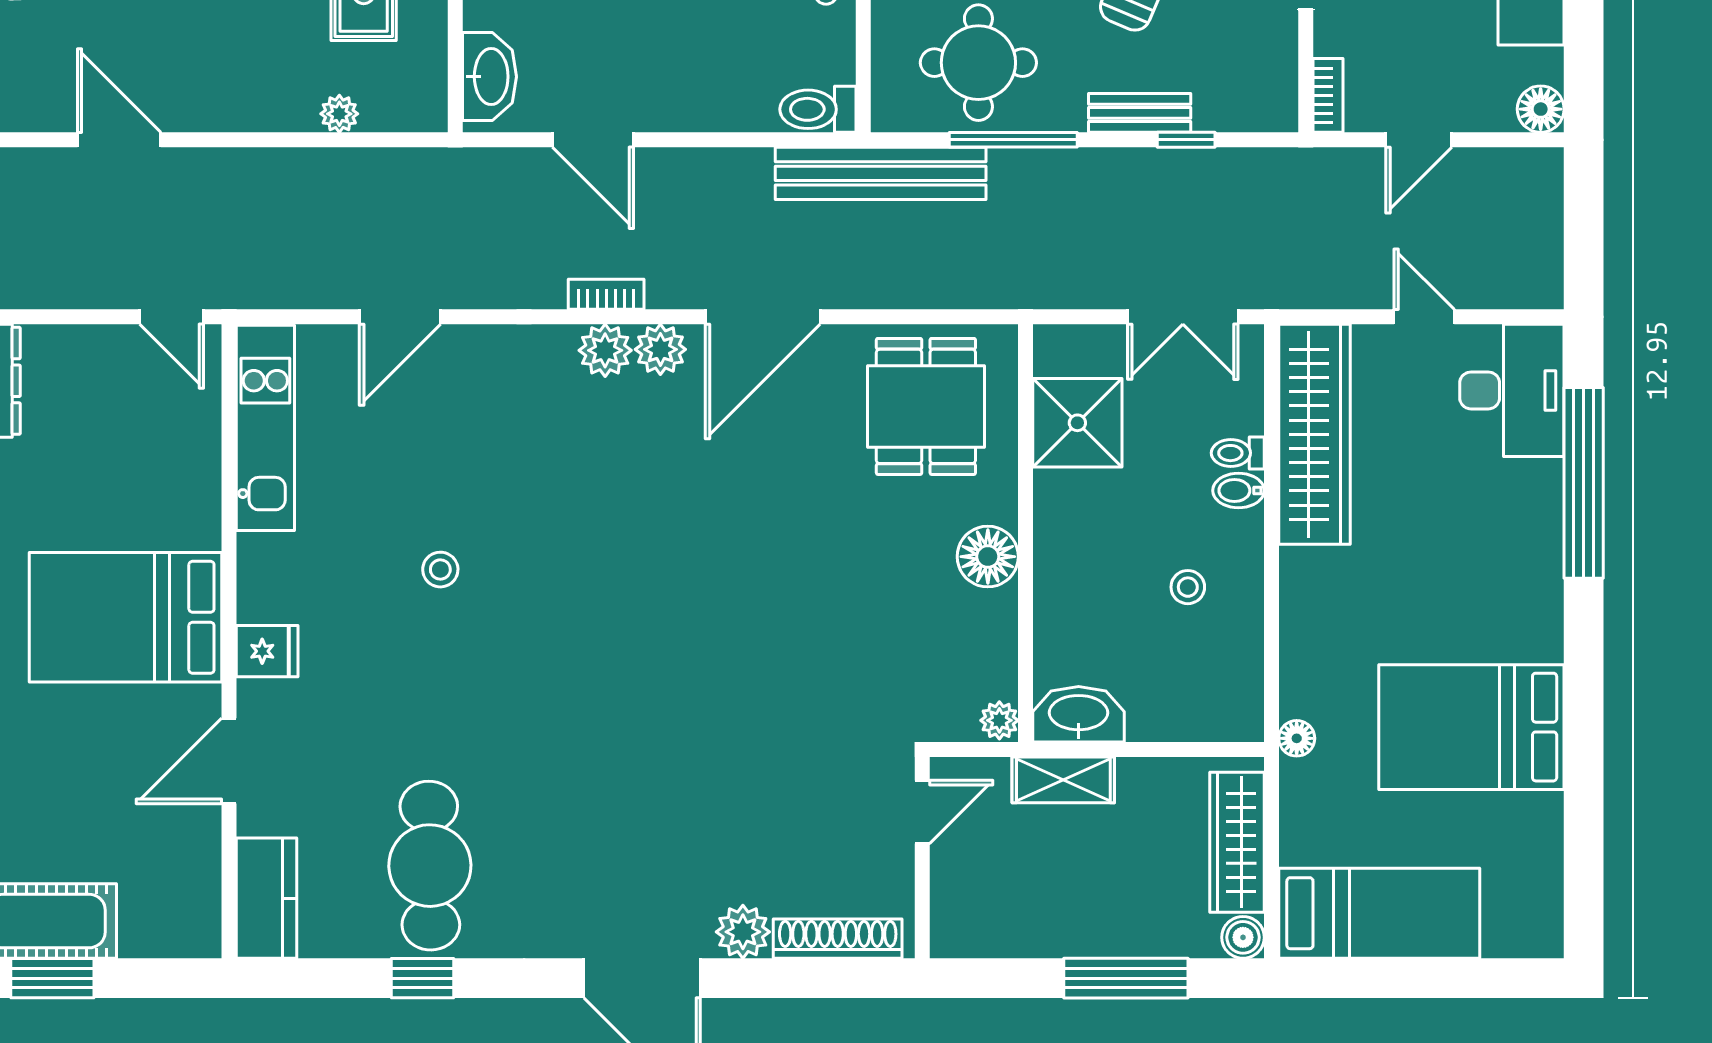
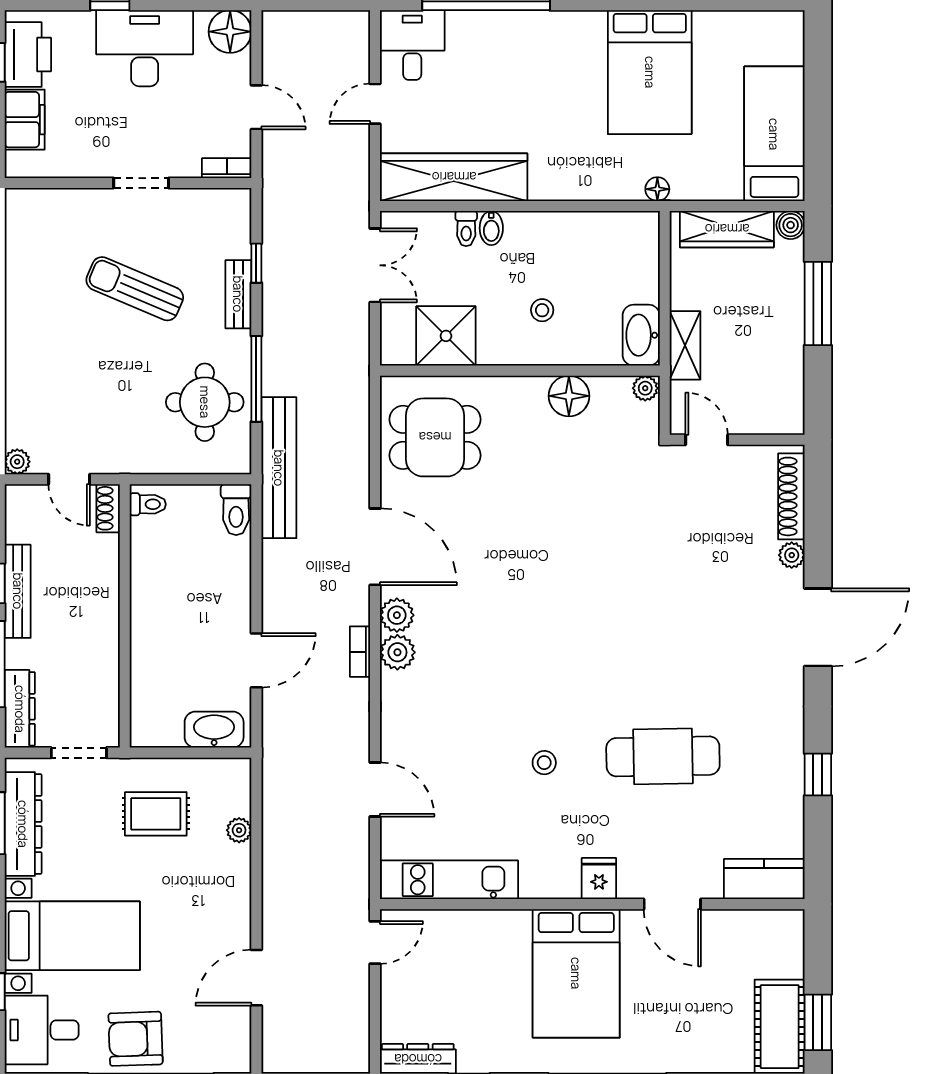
floor lamp: (1541, 109) -> (230, 32), width x1.38, depth x1.38
desk: (1512, 390) -> (412, 45), width x0.73
floor lamp: (988, 557) -> (569, 396), moved
stool: (1188, 587) -> (542, 310), moved
cafe table: (430, 866) -> (663, 756), moved
plant: (743, 932) -> (792, 555), width x0.73, depth x0.73

